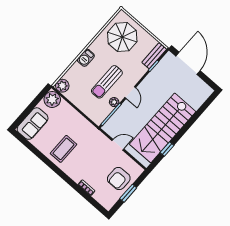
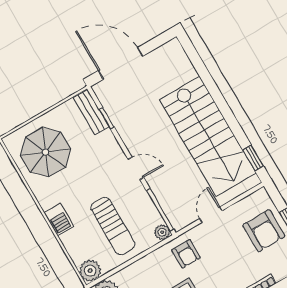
sun lounger: (107, 82) -> (113, 226), moved
plant: (114, 102) -> (162, 232), moved
armchair: (90, 138) -> (186, 254), added
window: (167, 149) -> (253, 158), moved

